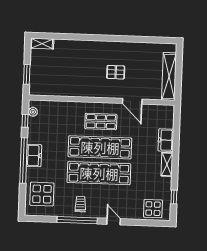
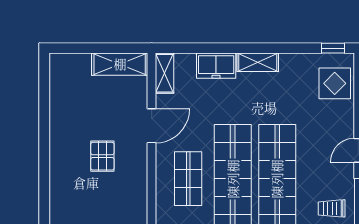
shelving: (169, 77) -> (120, 64), width x0.68
shelving: (163, 110) -> (165, 73), added
window: (174, 197) -> (333, 48), moved

